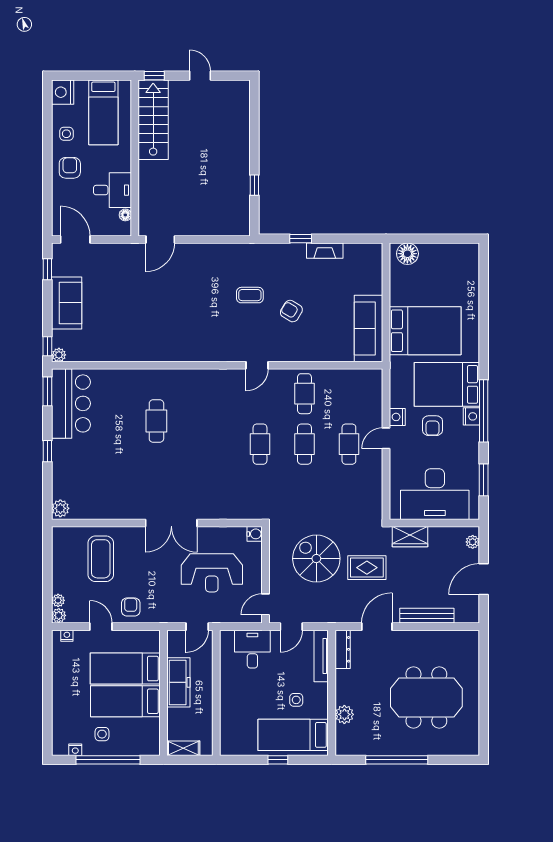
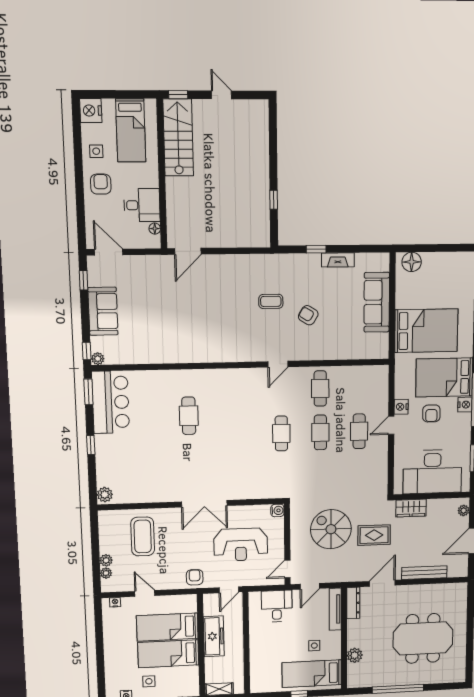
sofa: (368, 328) -> (377, 302), moved
armchair: (131, 607) -> (195, 577), moved
plant: (59, 615) -> (106, 560), moved

